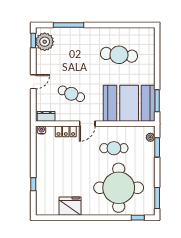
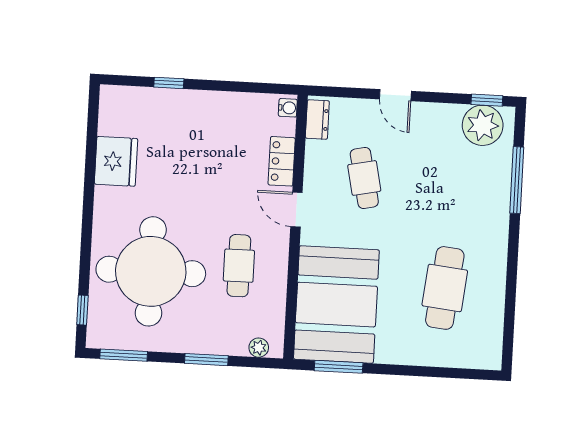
cafe table: (71, 94) -> (364, 178), turned -33
window: (157, 147) -> (206, 360), moved

